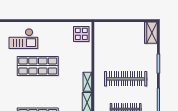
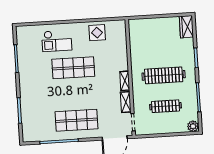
display table: (81, 34) -> (97, 33), moved

